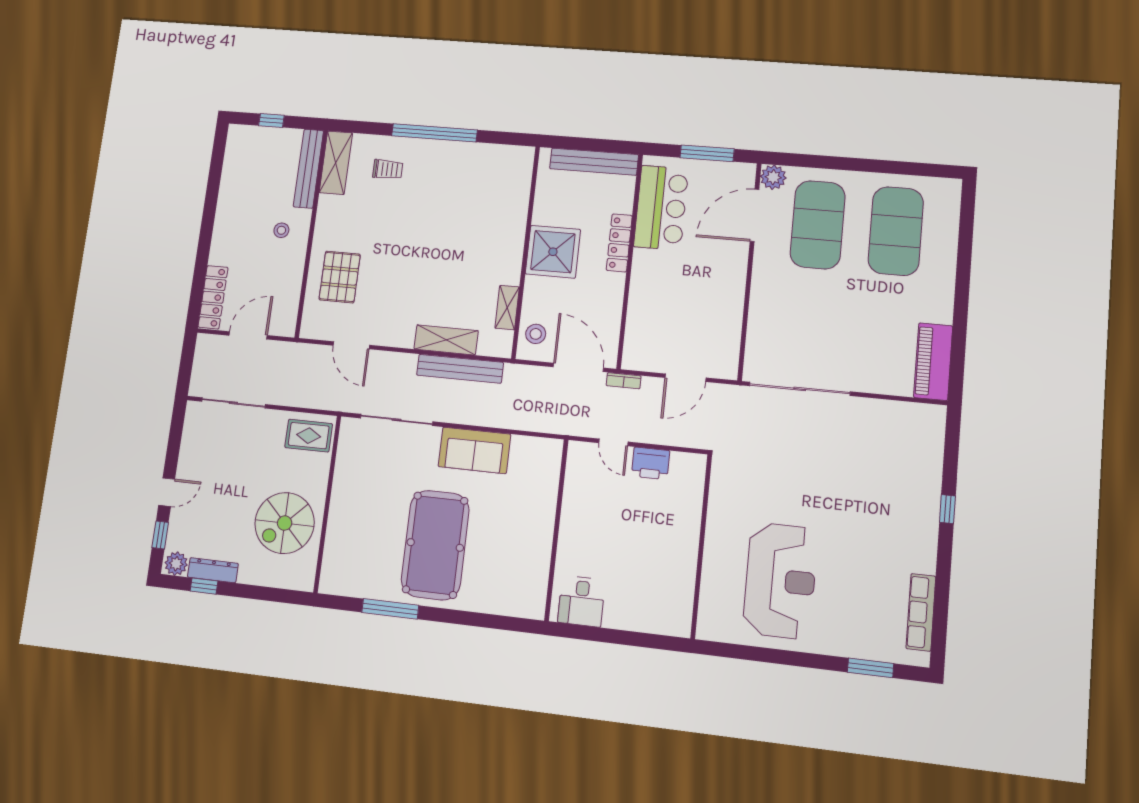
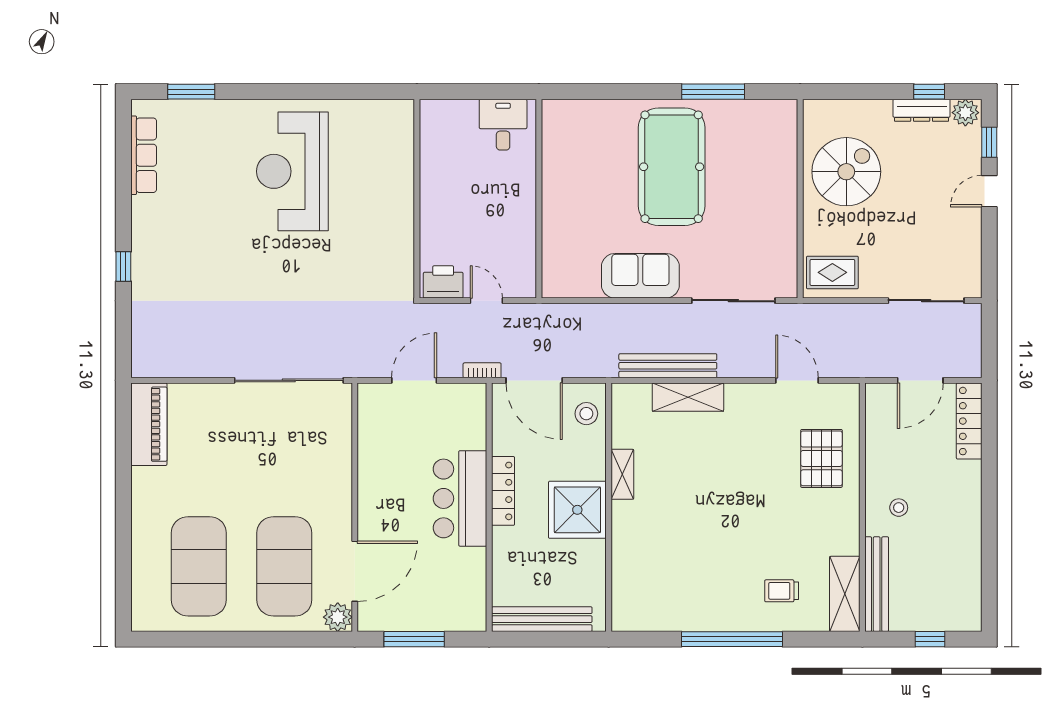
bar counter: (661, 208) -> (460, 498), moved
locker: (619, 243) -> (503, 491), moved
shelving: (507, 308) -> (622, 474), moved
wall: (701, 546) -> (417, 199), moved

